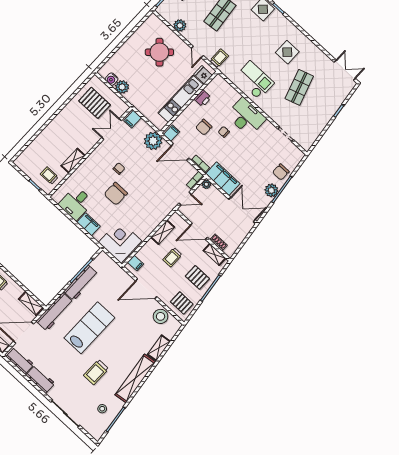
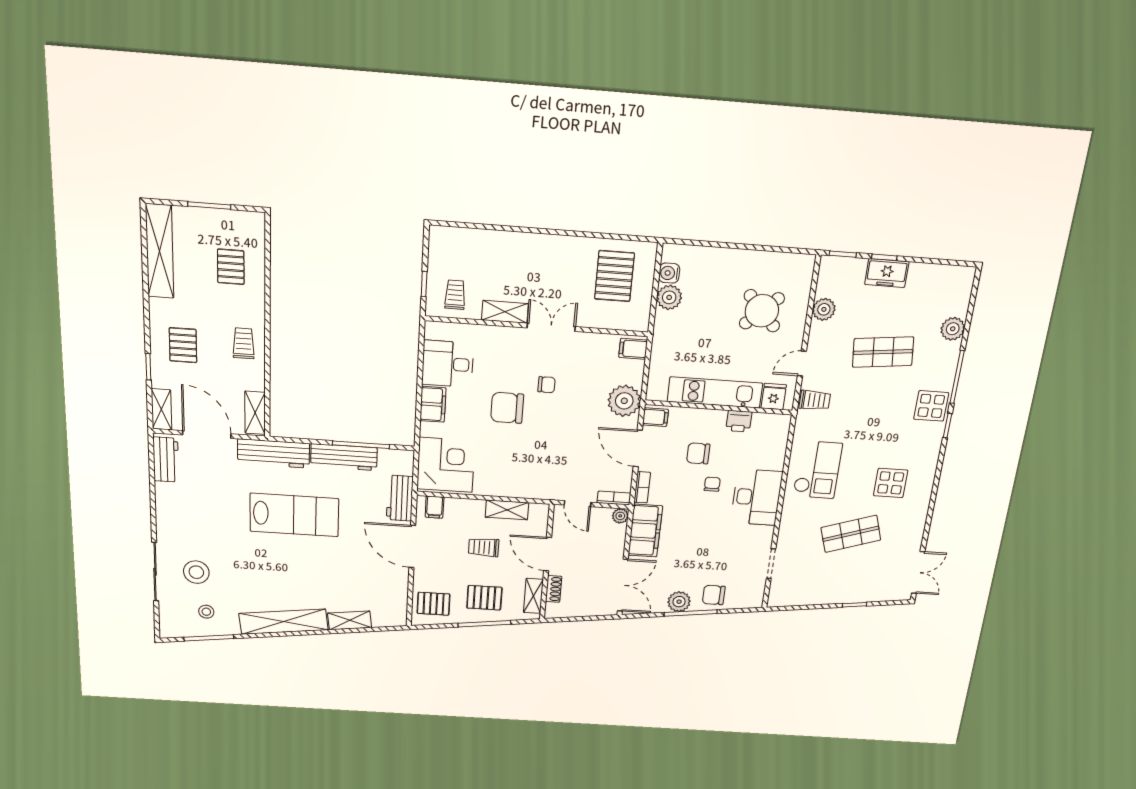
double door: (112, 129) -> (551, 327), moved
pallet: (197, 277) -> (484, 598), turned 90
pallet: (182, 303) -> (434, 604), turned 90
stool: (161, 316) -> (196, 572), moved
trolley: (96, 372) -> (245, 568), removed
workbench: (40, 379) -> (400, 498), moved, turned 180

